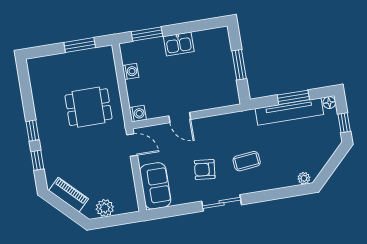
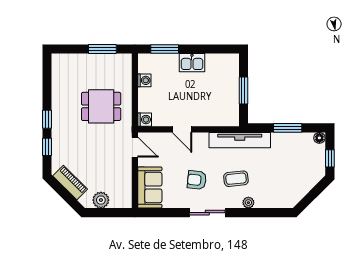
tv unit: (289, 112) -> (240, 140), moved
plant: (304, 178) -> (248, 203), moved

